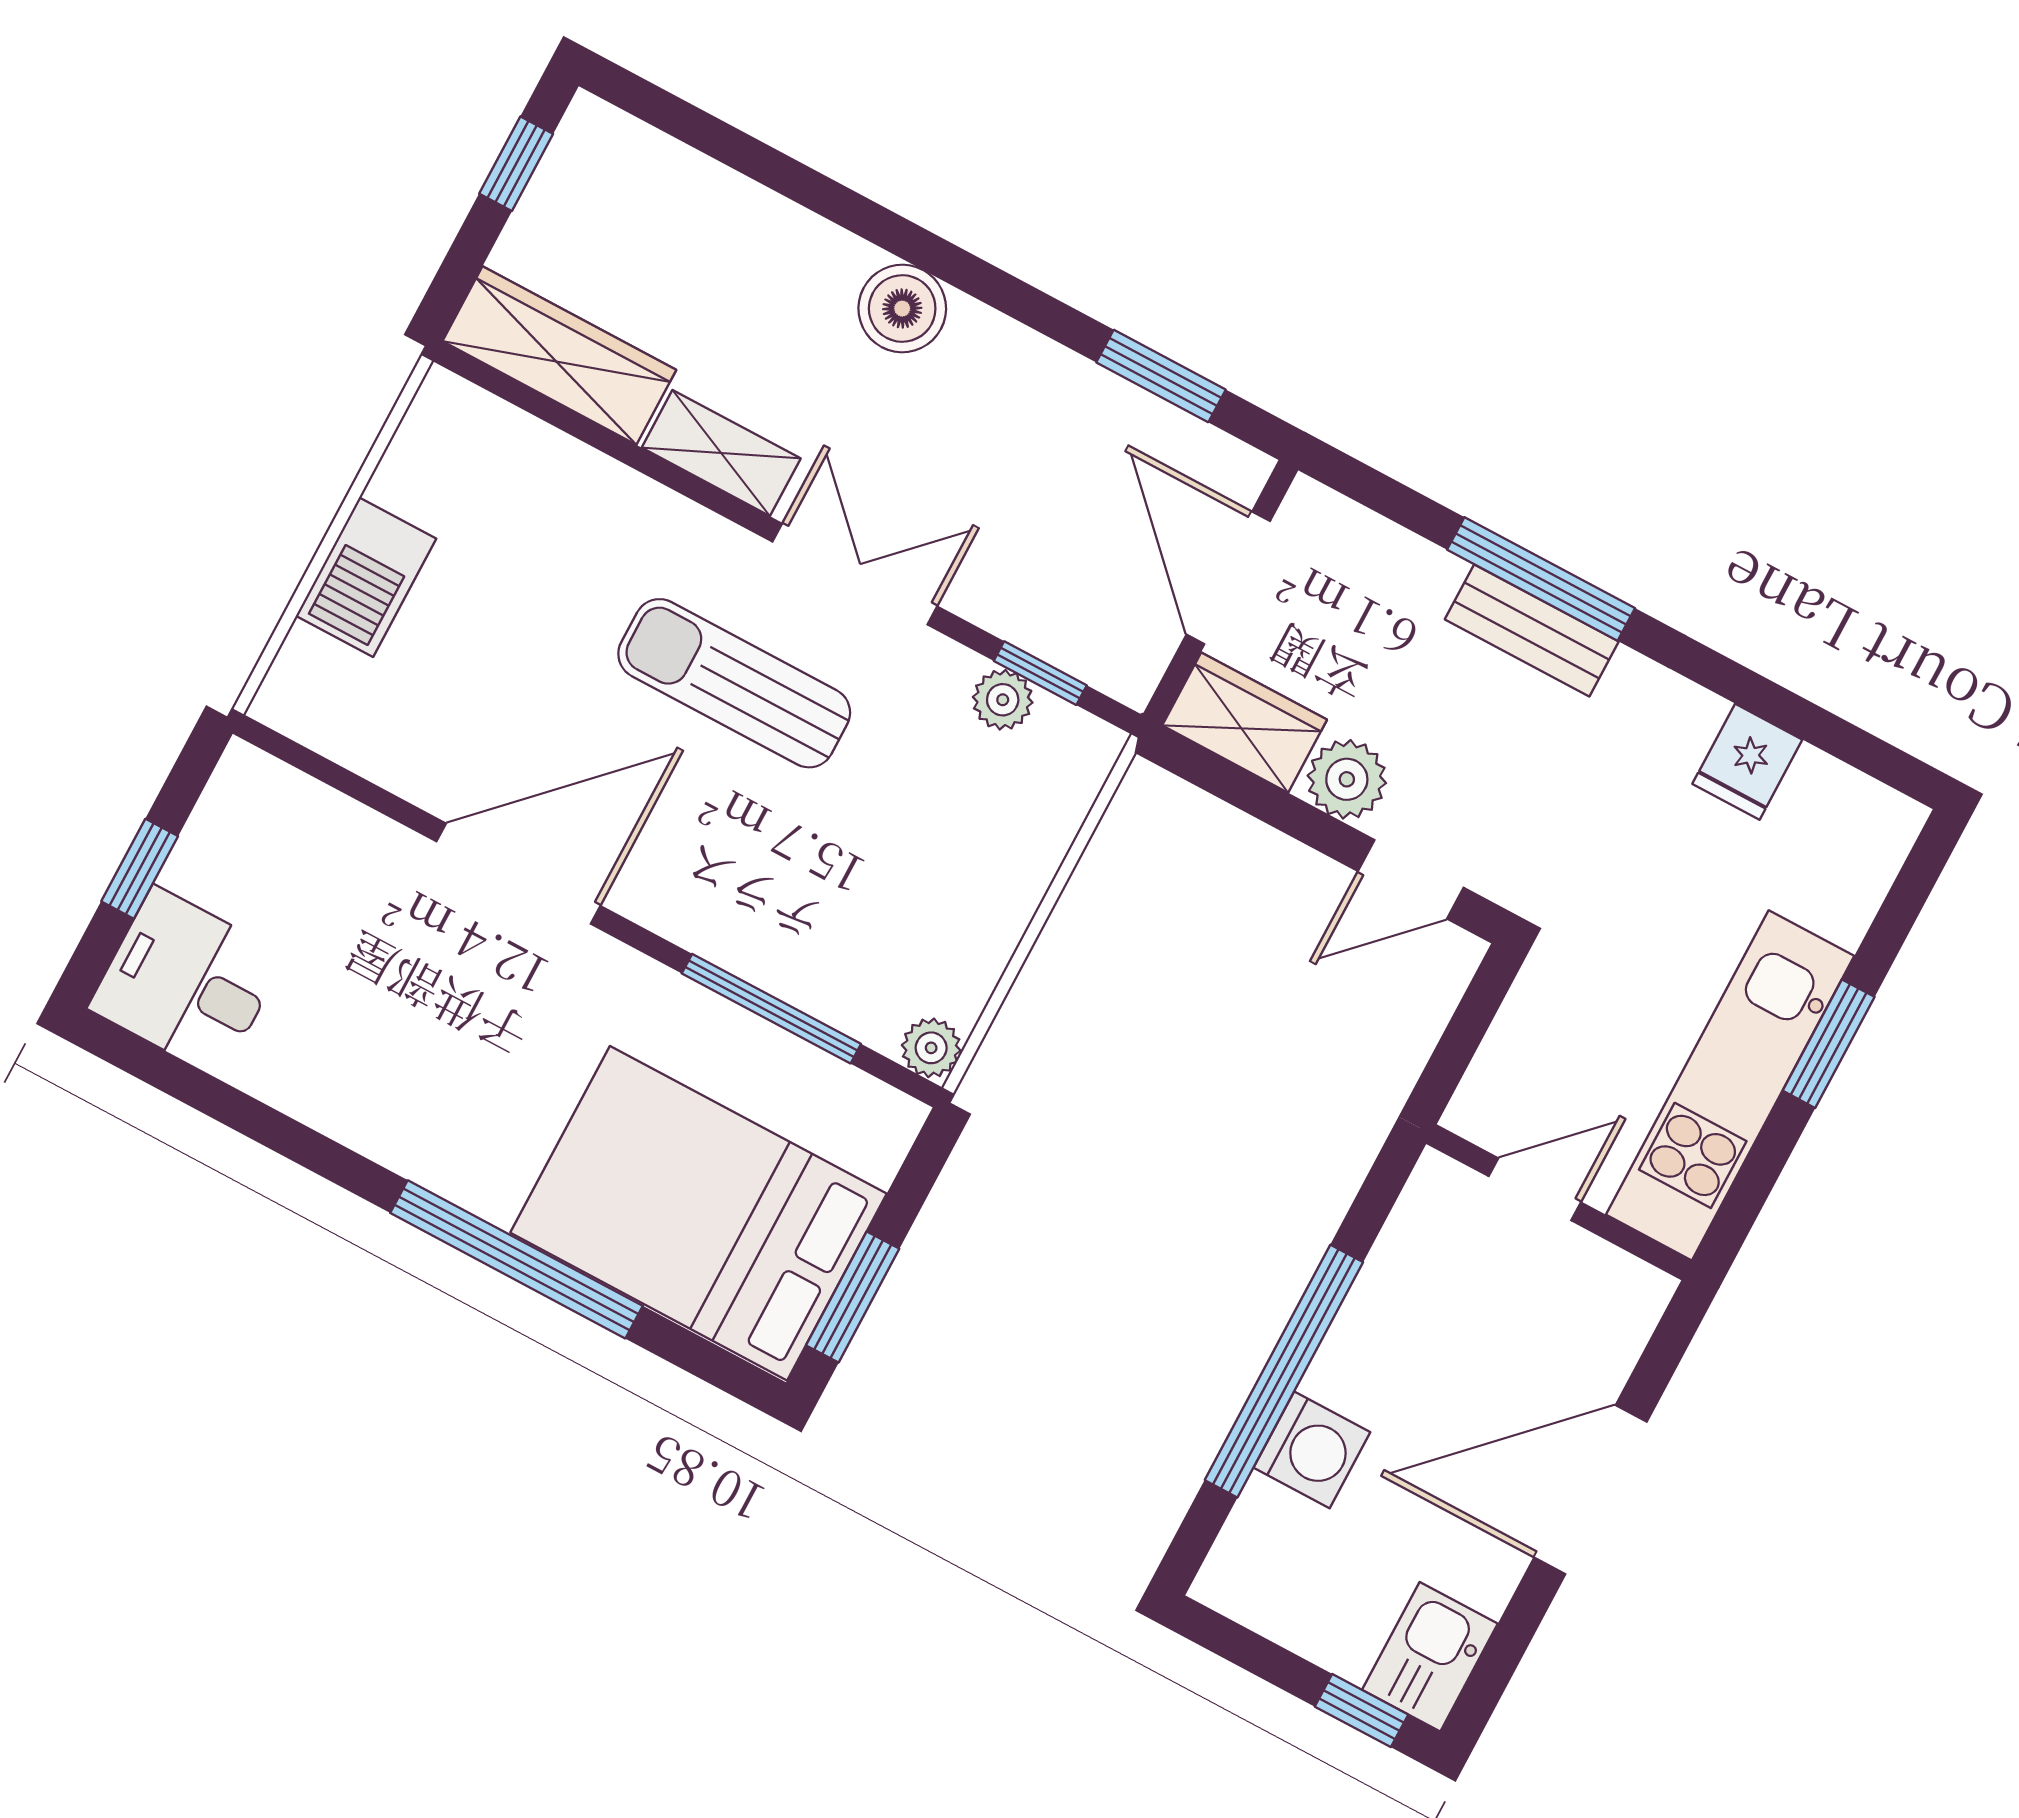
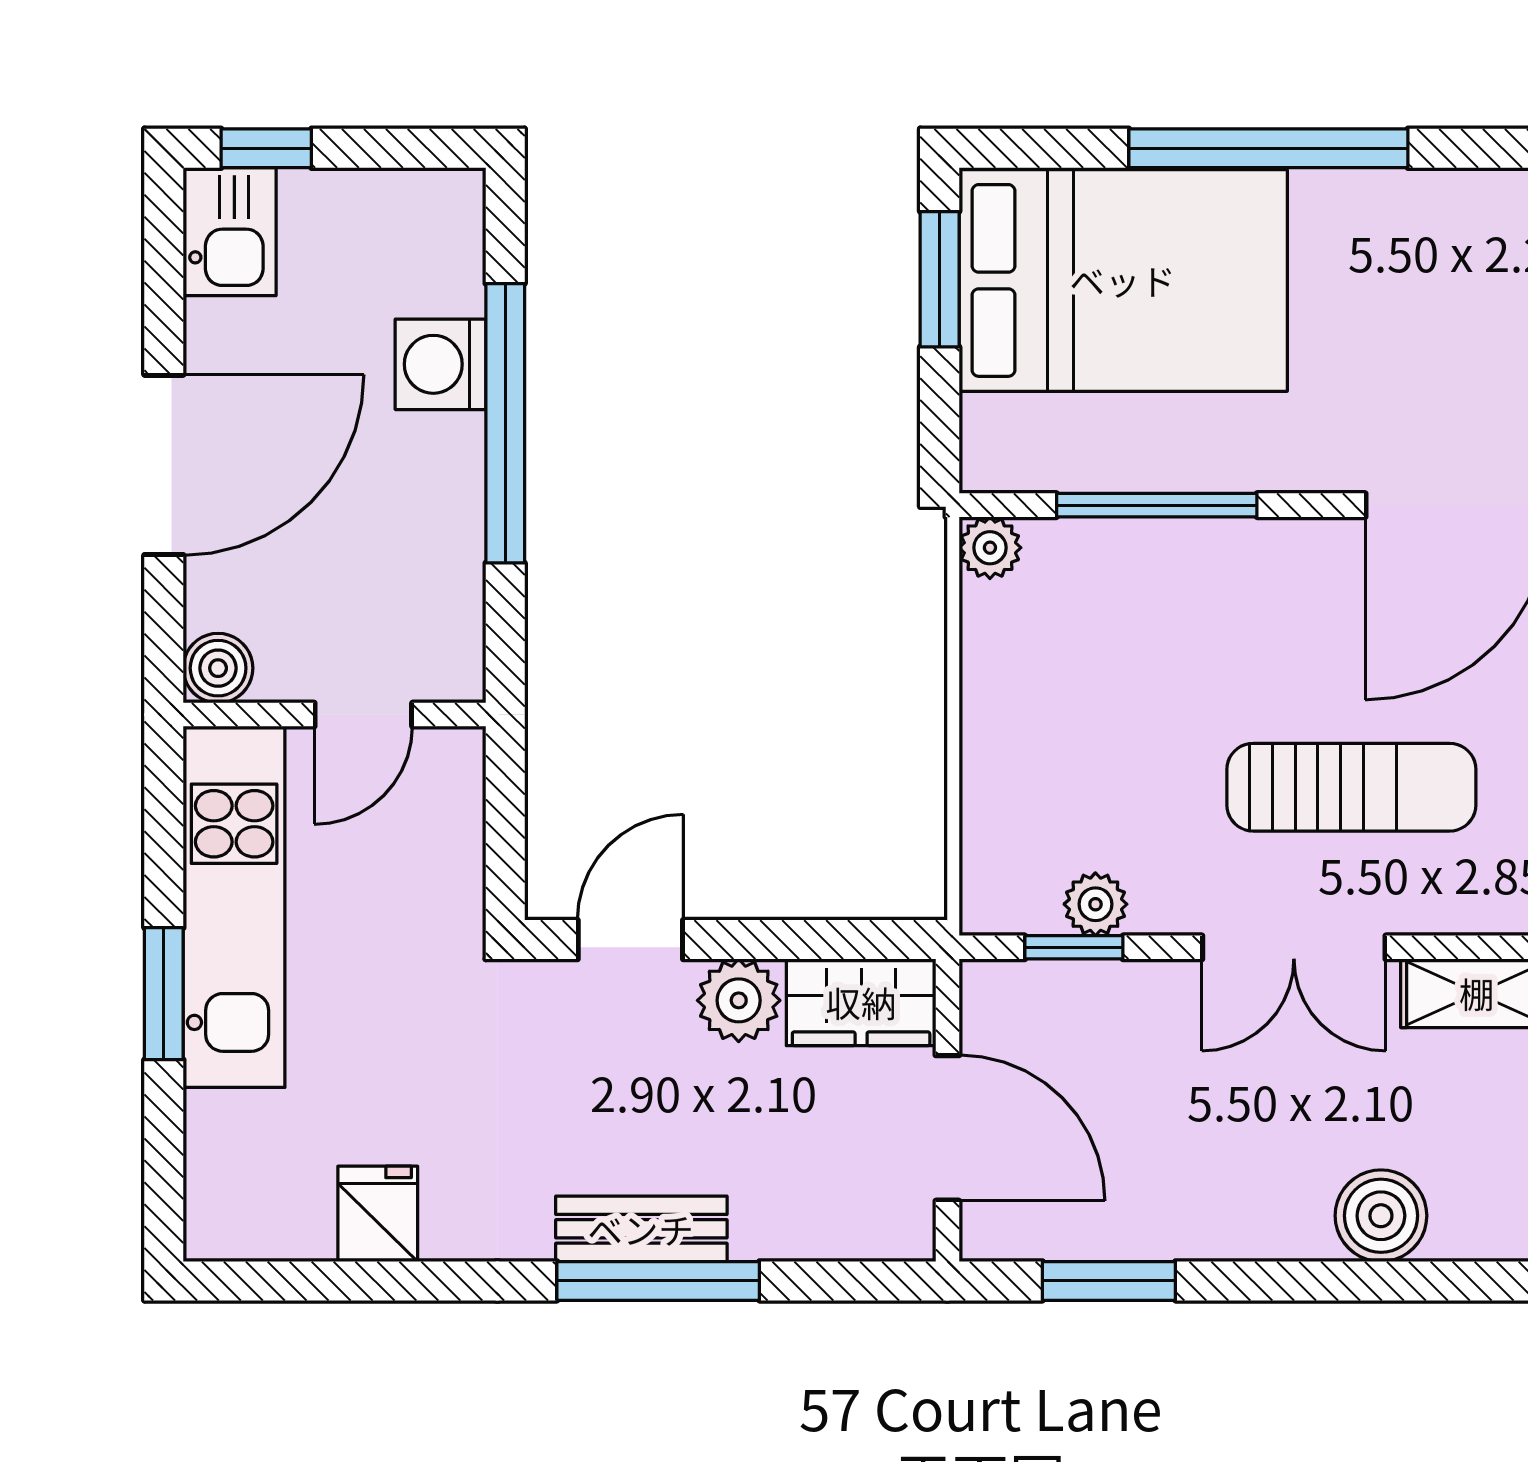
boiler: (1636, 1294) -> (218, 668), added

